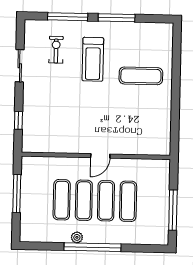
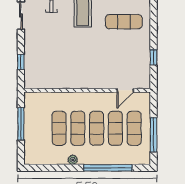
window: (175, 119) -> (154, 57), added
door: (100, 156) -> (125, 90), moved
exercise mat: (150, 202) -> (134, 128), added
window: (93, 247) -> (108, 168), moved

